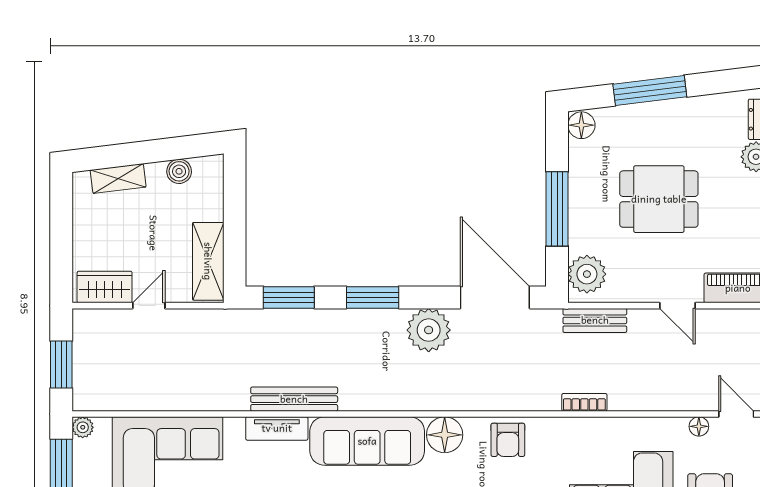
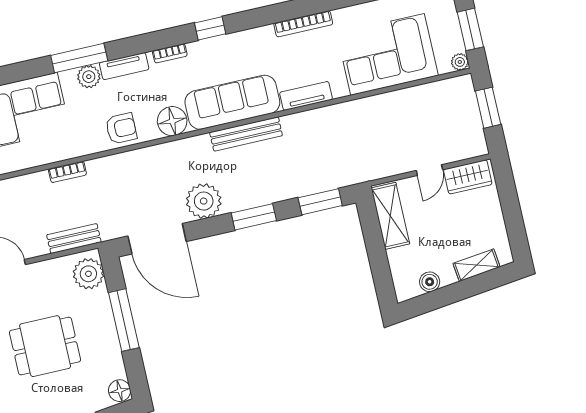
bench: (294, 399) -> (246, 134), moved
armchair: (508, 440) -> (121, 128), turned 90

